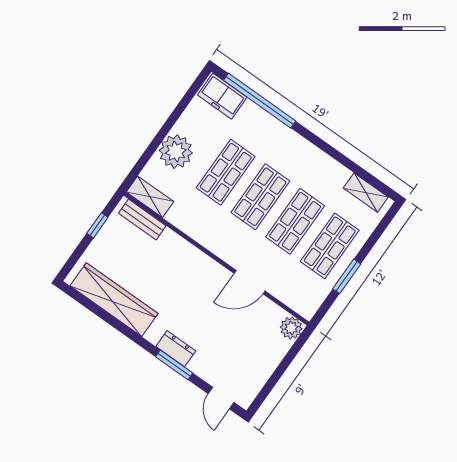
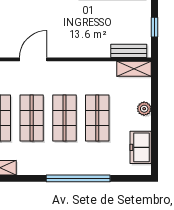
freezer: (222, 96) -> (141, 147), moved, turned -90
window: (260, 101) -> (78, 178), moved
plant: (176, 152) -> (144, 109), width x0.53, depth x0.53

